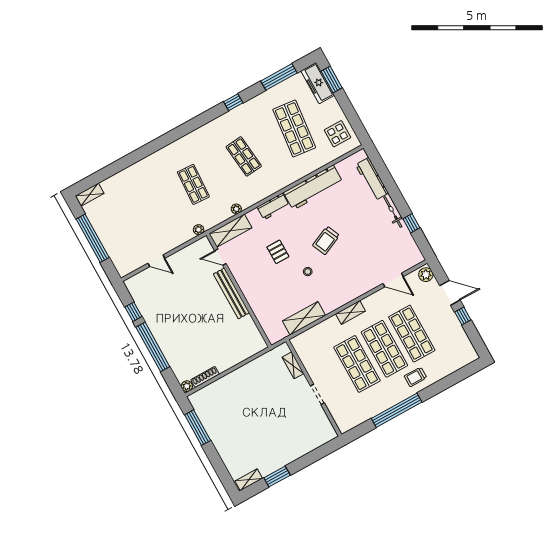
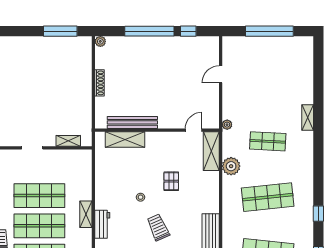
shop shelf: (244, 156) -> (268, 197), width x1.43, depth x1.36
shelving: (90, 195) -> (308, 118), moved
workbench: (273, 206) -> (102, 224), moved, turned 180
plant: (236, 209) -> (231, 166), width x1.88, depth x1.88
pallet: (278, 252) -> (171, 181), turned 90
bench: (231, 293) -> (132, 122), moved
shelving: (304, 318) -> (125, 140), moved, turned 90
shoe rack: (205, 377) -> (100, 83), moved

